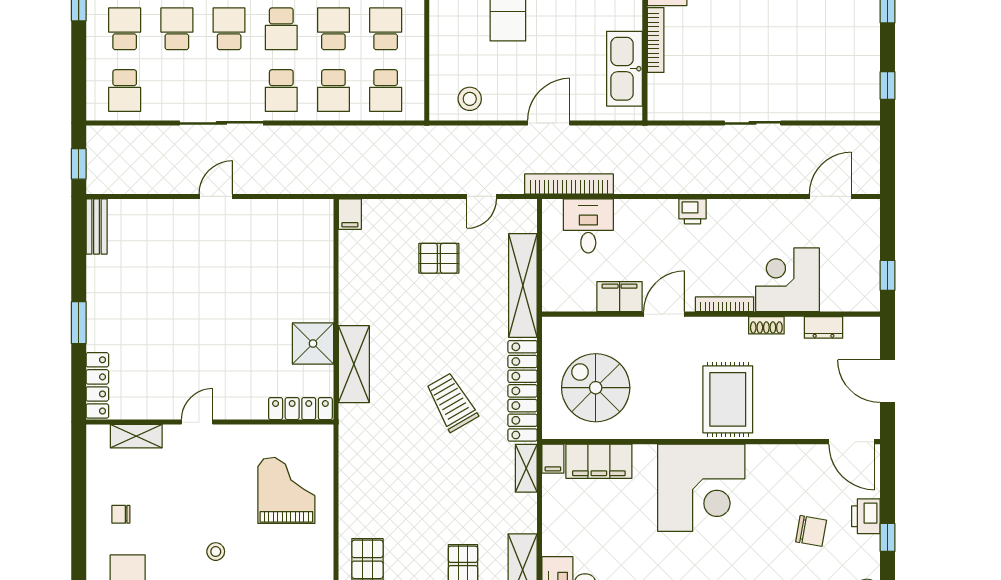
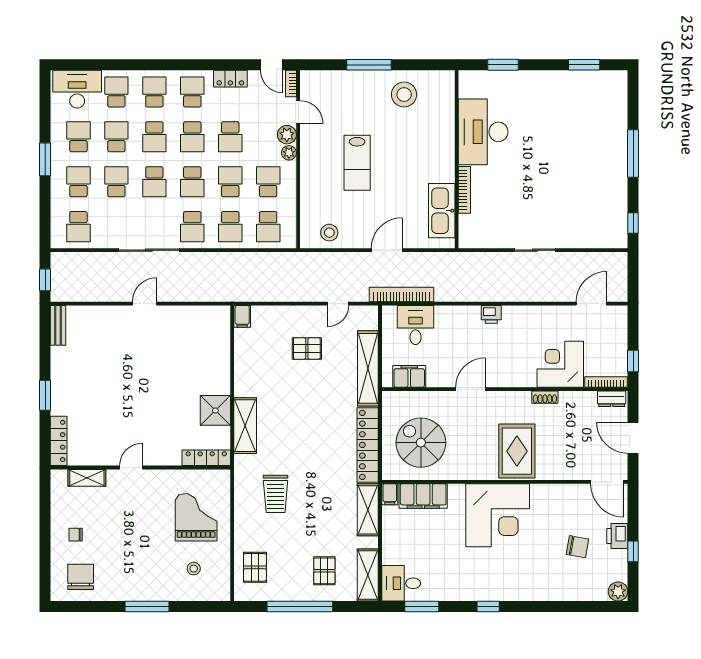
school desk: (229, 29) -> (154, 182), turned 180
filing cabinet: (620, 297) -> (409, 376), moved
bookcase: (724, 304) -> (606, 382), moved
dresser: (824, 327) -> (612, 399), moved
trolley: (452, 402) -> (276, 494), moved, turned -150
shelving: (526, 468) -> (368, 510), width x1.50, depth x1.33
stool: (216, 552) -> (194, 569), moved

